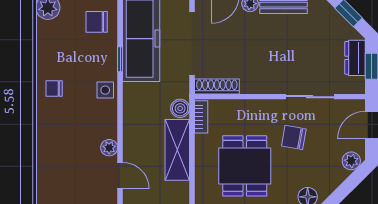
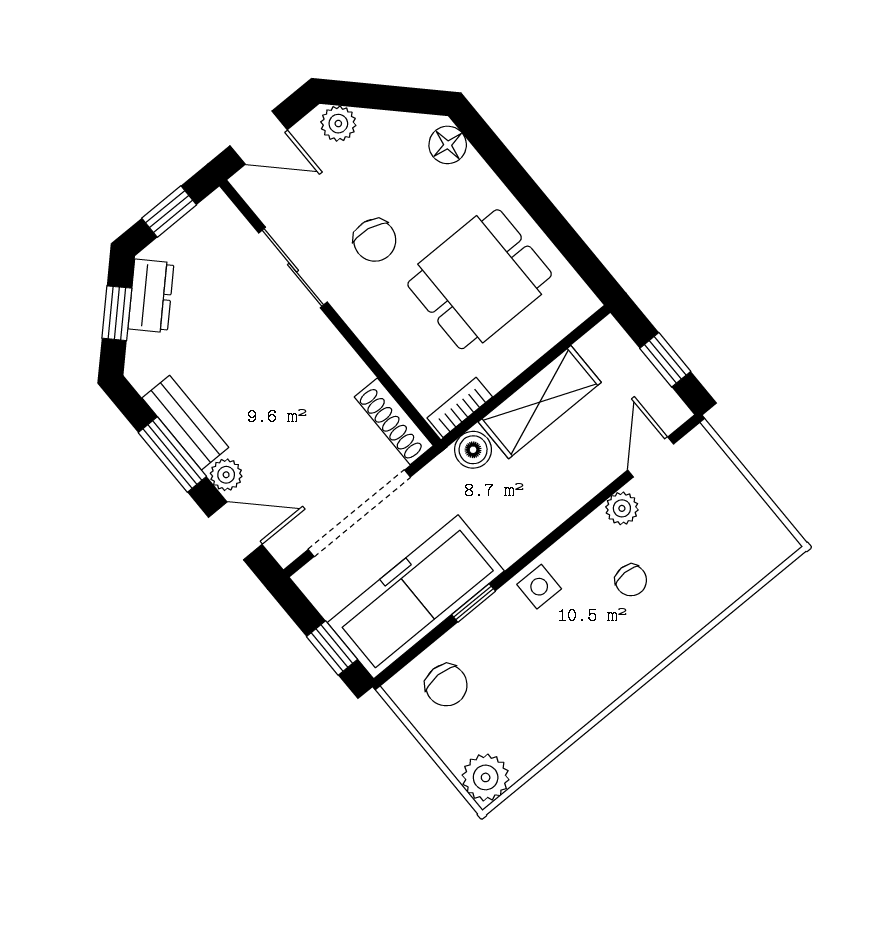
dresser: (355, 58) -> (151, 296), moved, turned -45
chair: (54, 88) -> (631, 580), moved

